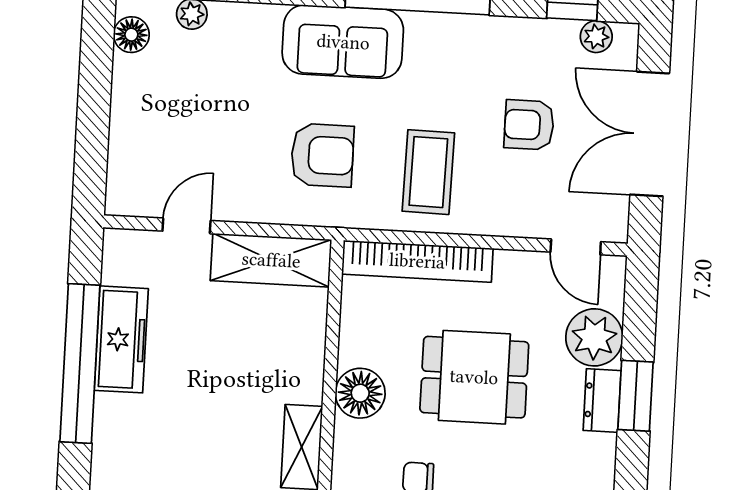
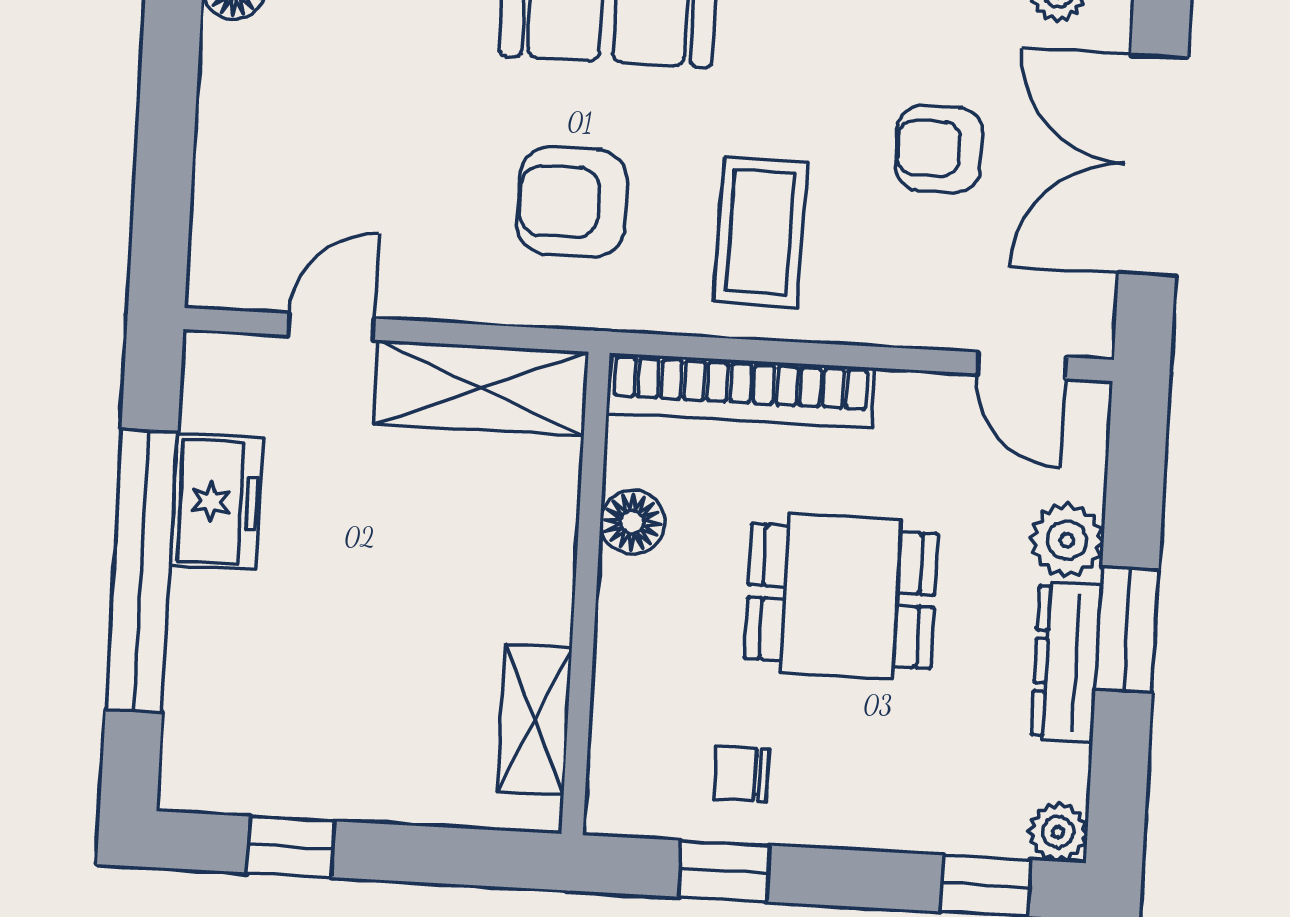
armchair: (322, 155) -> (572, 202), turned 180
plant: (594, 337) -> (1067, 540), width x0.73, depth x0.73
freezer: (121, 339) -> (217, 502), width x0.71
floor lamp: (360, 393) -> (632, 522), moved, width x0.73, depth x0.73
dresser: (602, 401) -> (1066, 662), width x1.44

